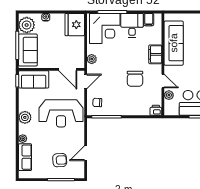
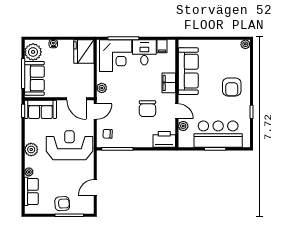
printer: (156, 110) -> (164, 139), width x1.87, depth x1.48
reception desk: (61, 113) -> (69, 145), turned 180
armchair: (60, 160) -> (62, 204), moved

